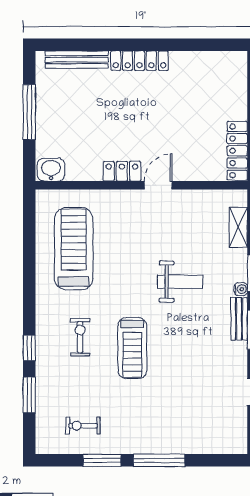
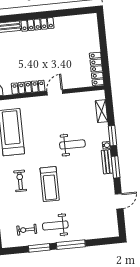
locker: (122, 171) -> (28, 87), width x1.53
weight bench: (135, 423) -> (55, 225), added

